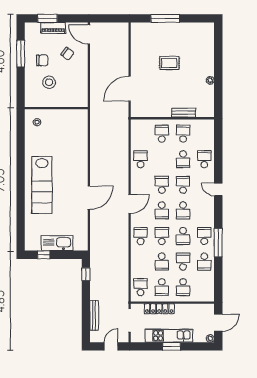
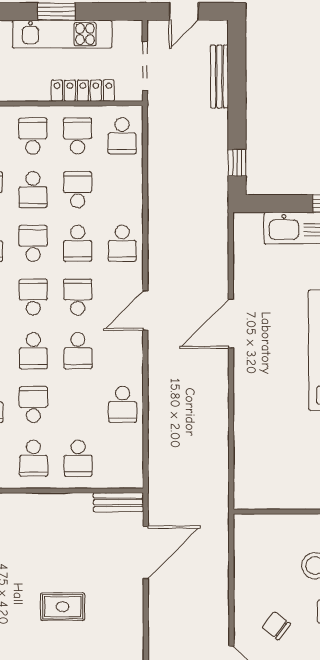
bench: (184, 113) -> (118, 502), moved

